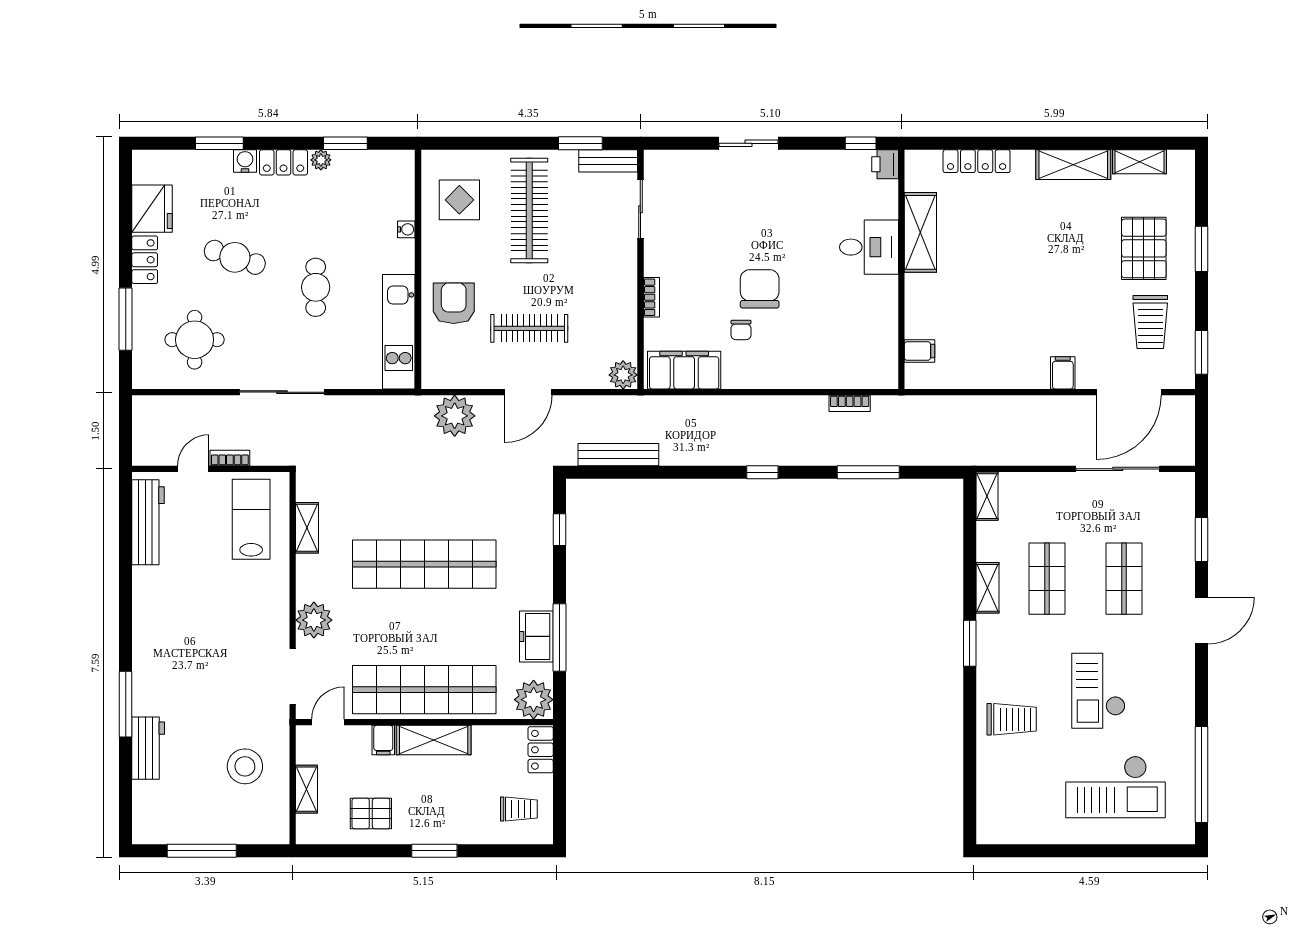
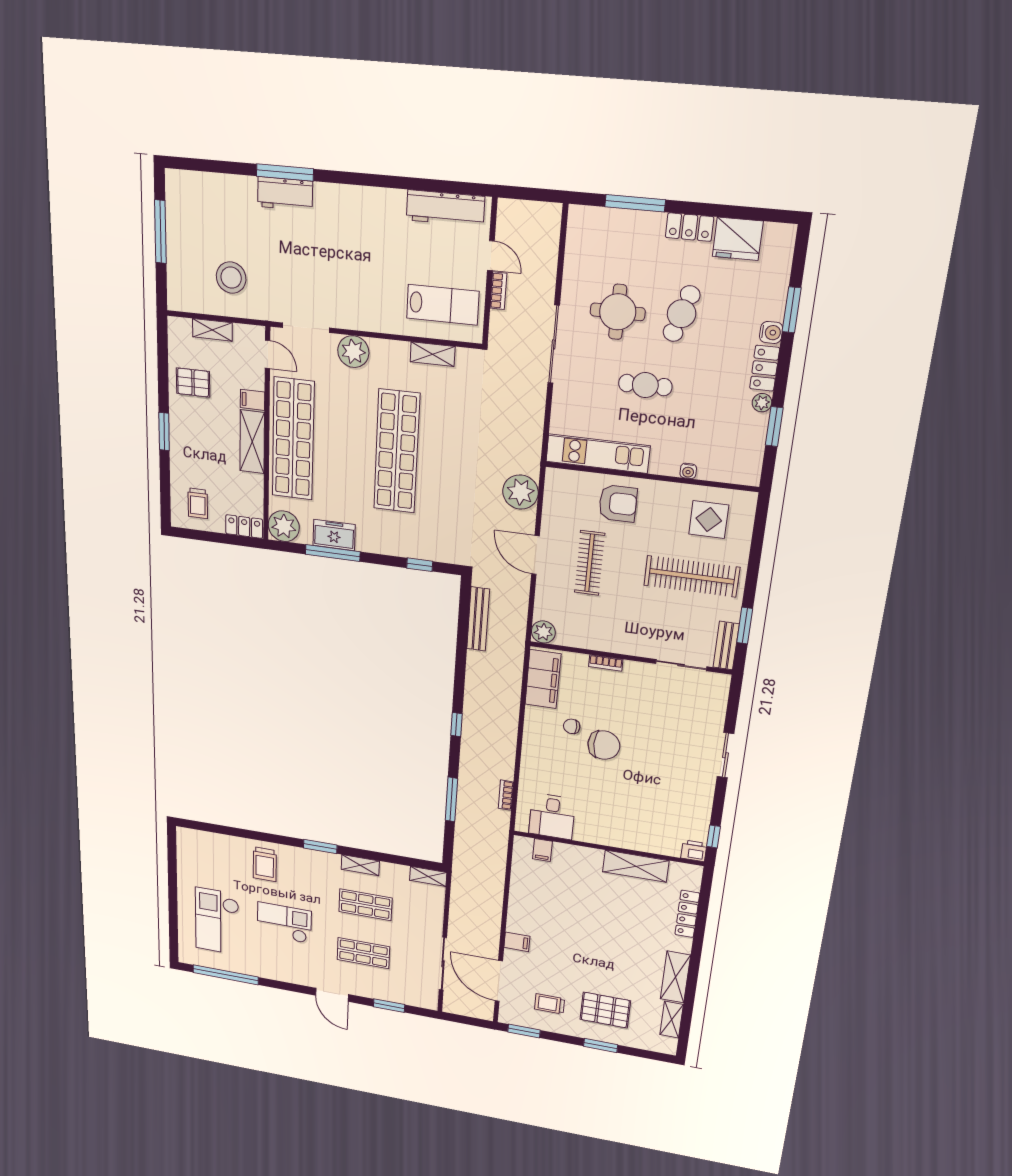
desk: (869, 247) -> (552, 816), moved
trolley: (1150, 322) -> (550, 1004), width x0.73, depth x0.72
round table: (195, 340) -> (618, 312), moved
workbench: (148, 748) -> (285, 194), moved
pallet: (371, 814) -> (193, 383), turned 90

